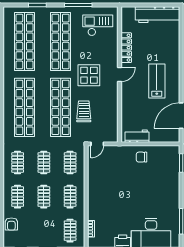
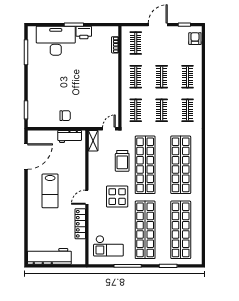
shelving: (113, 132) -> (93, 141), added
armchair: (11, 224) -> (195, 39), moved

